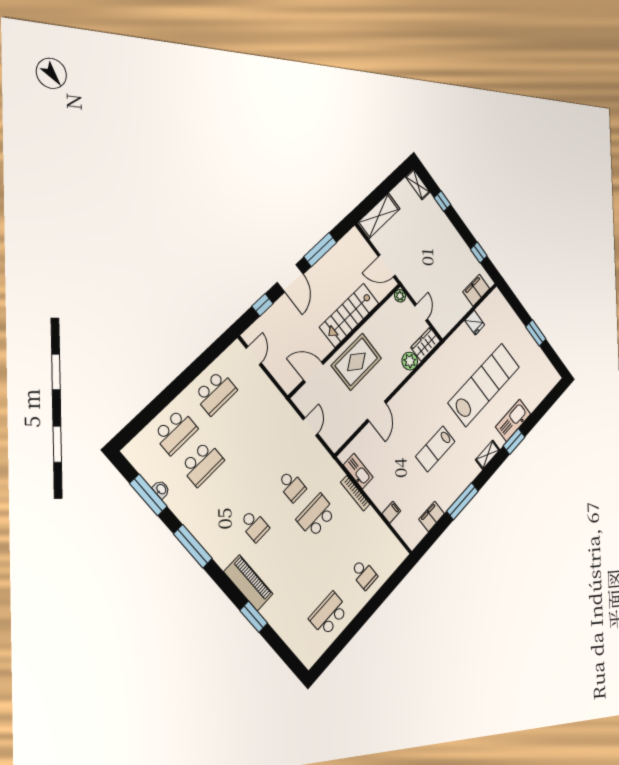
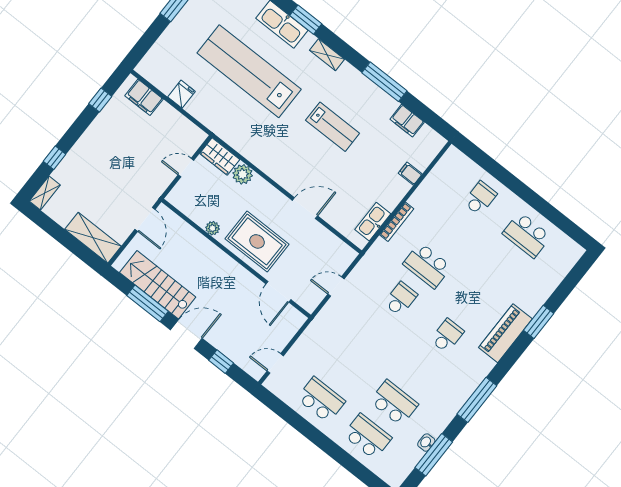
plant: (400, 296) -> (213, 228), moved
stairs: (349, 315) -> (158, 285), moved, turned 180

